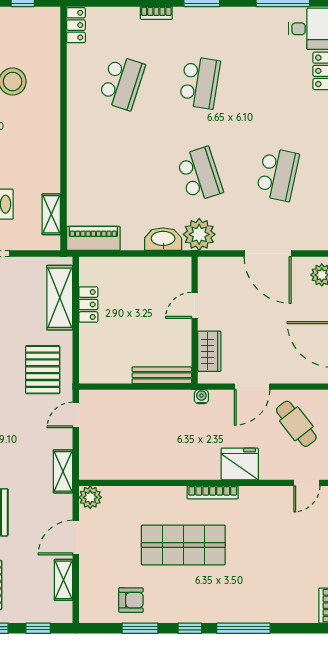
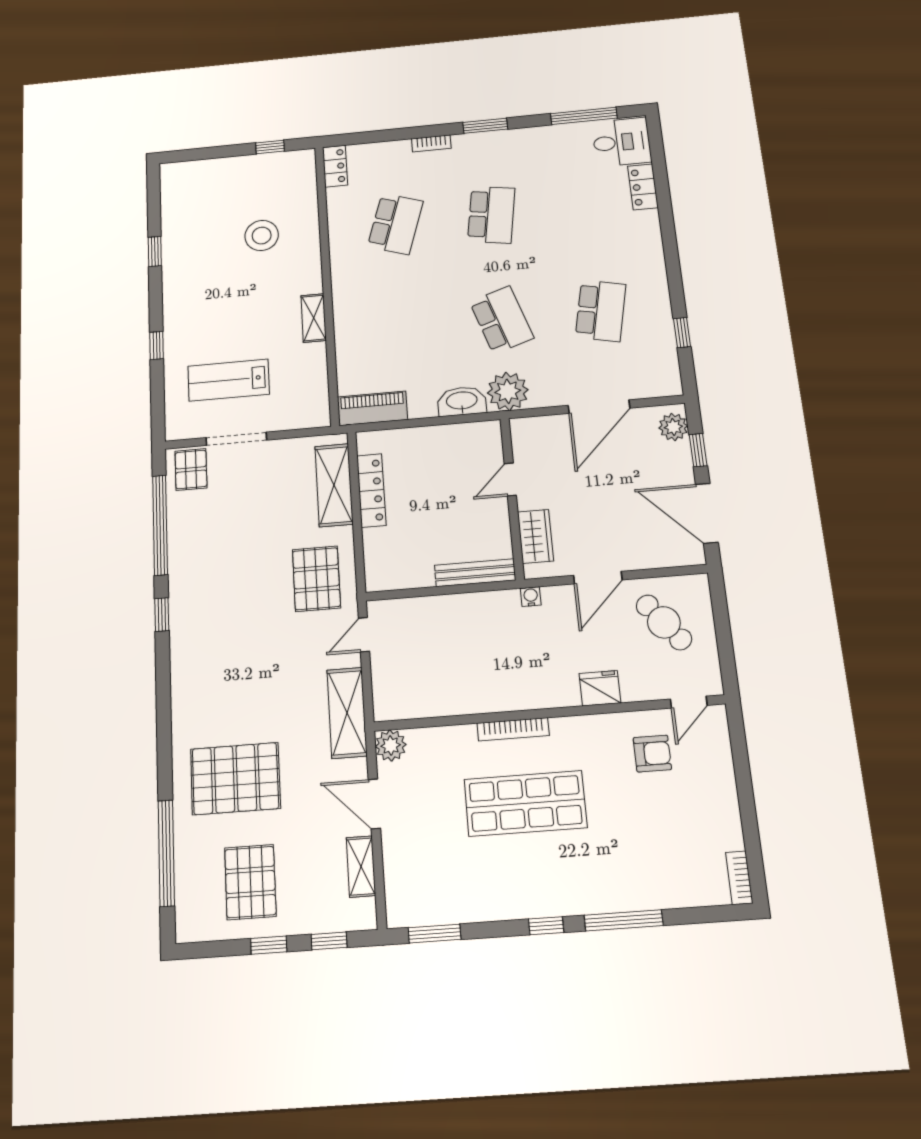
shelving: (51, 214) -> (314, 318), moved
door: (268, 253) -> (599, 407), hinge flipped
locker: (88, 304) -> (371, 490), width x1.53
fridge: (240, 464) -> (600, 688), width x0.73, depth x0.75
shelving: (63, 471) -> (347, 713), width x1.50, depth x1.33
bookcase: (213, 492) -> (513, 729), moved
door: (76, 538) -> (374, 804), hinge flipped
armchair: (131, 600) -> (652, 754), moved
window: (140, 628) -> (434, 934), moved

